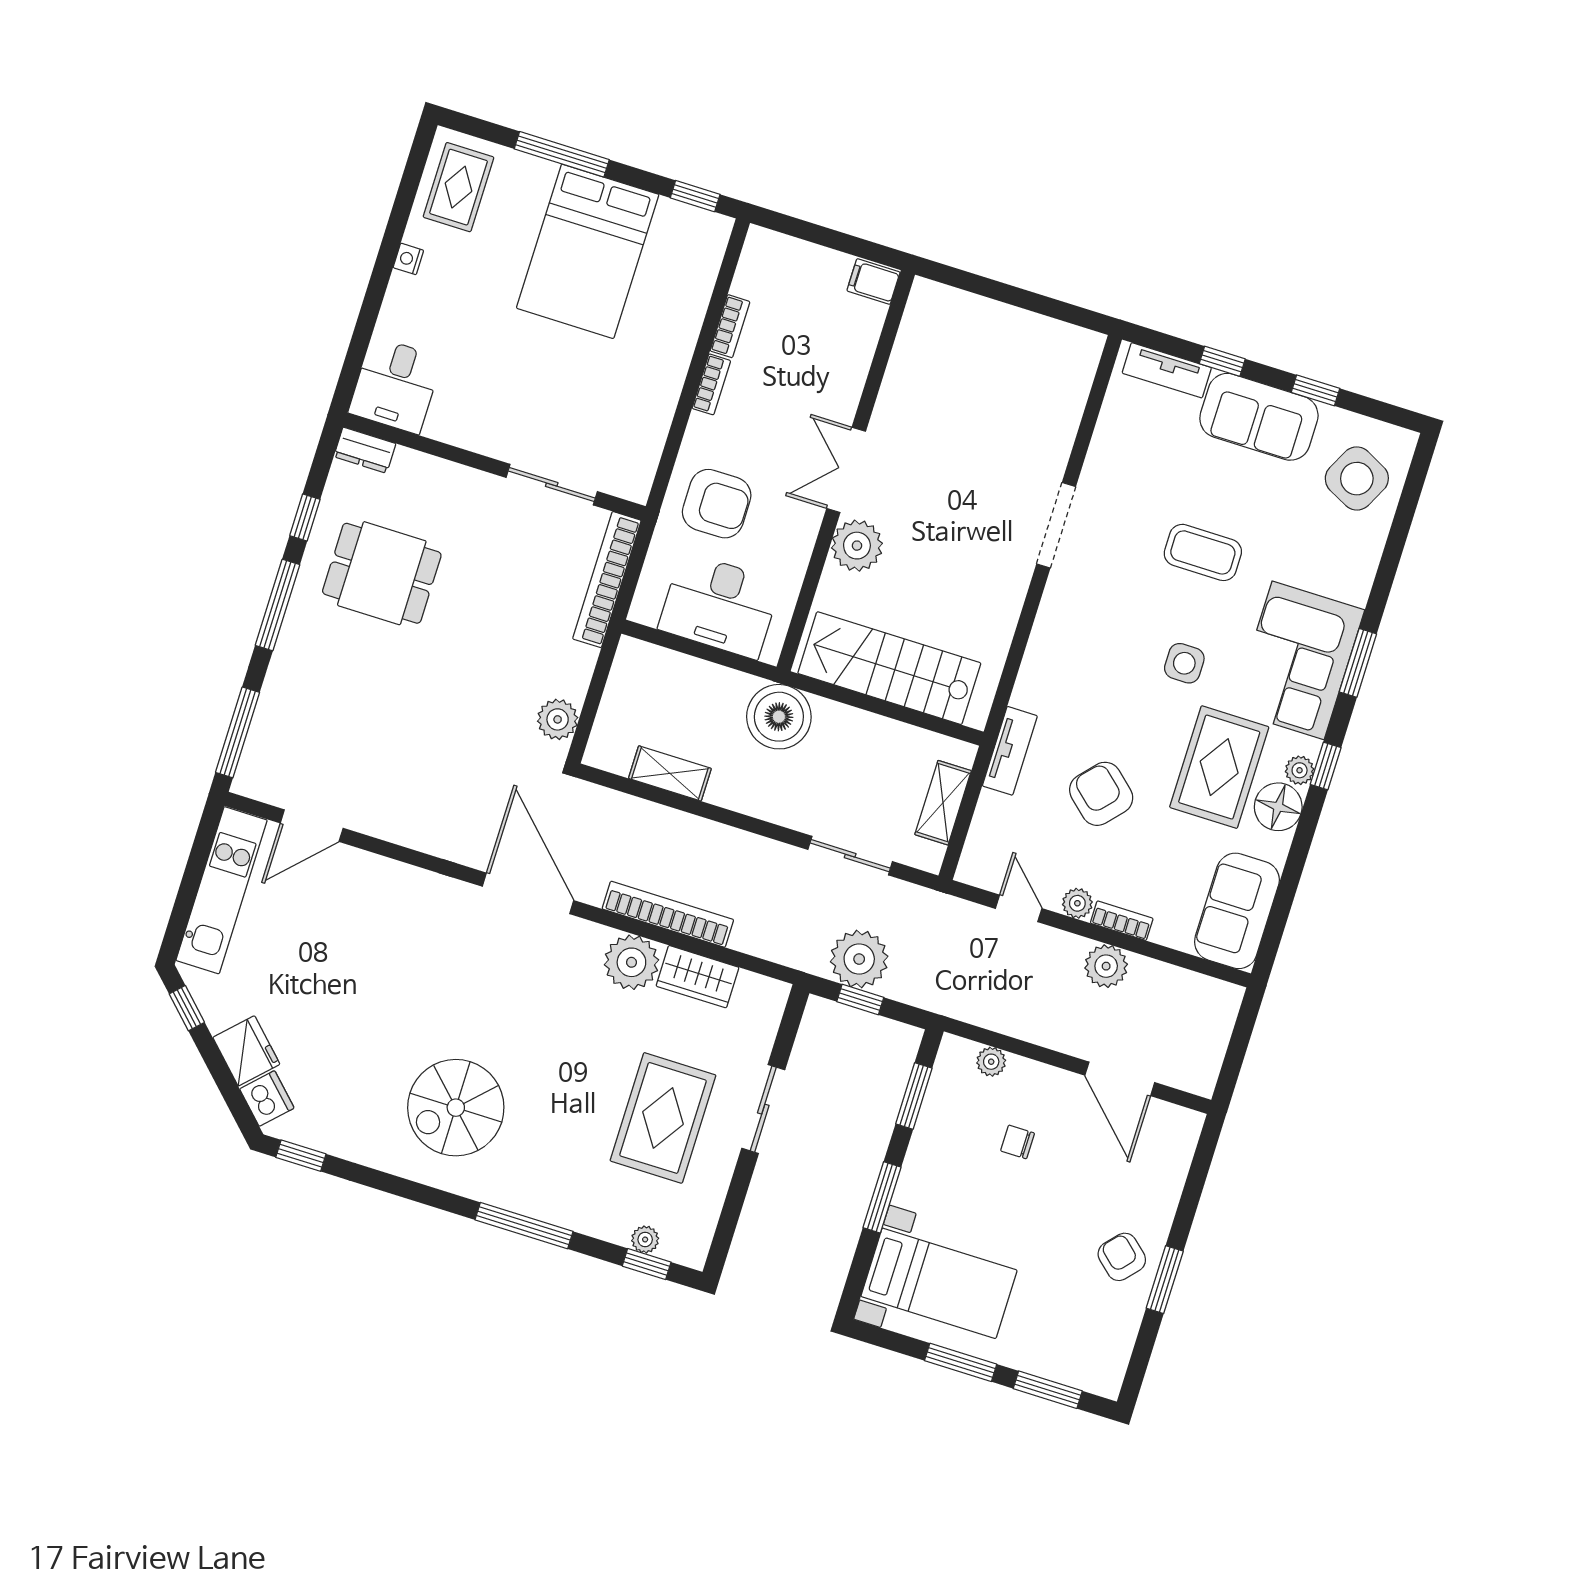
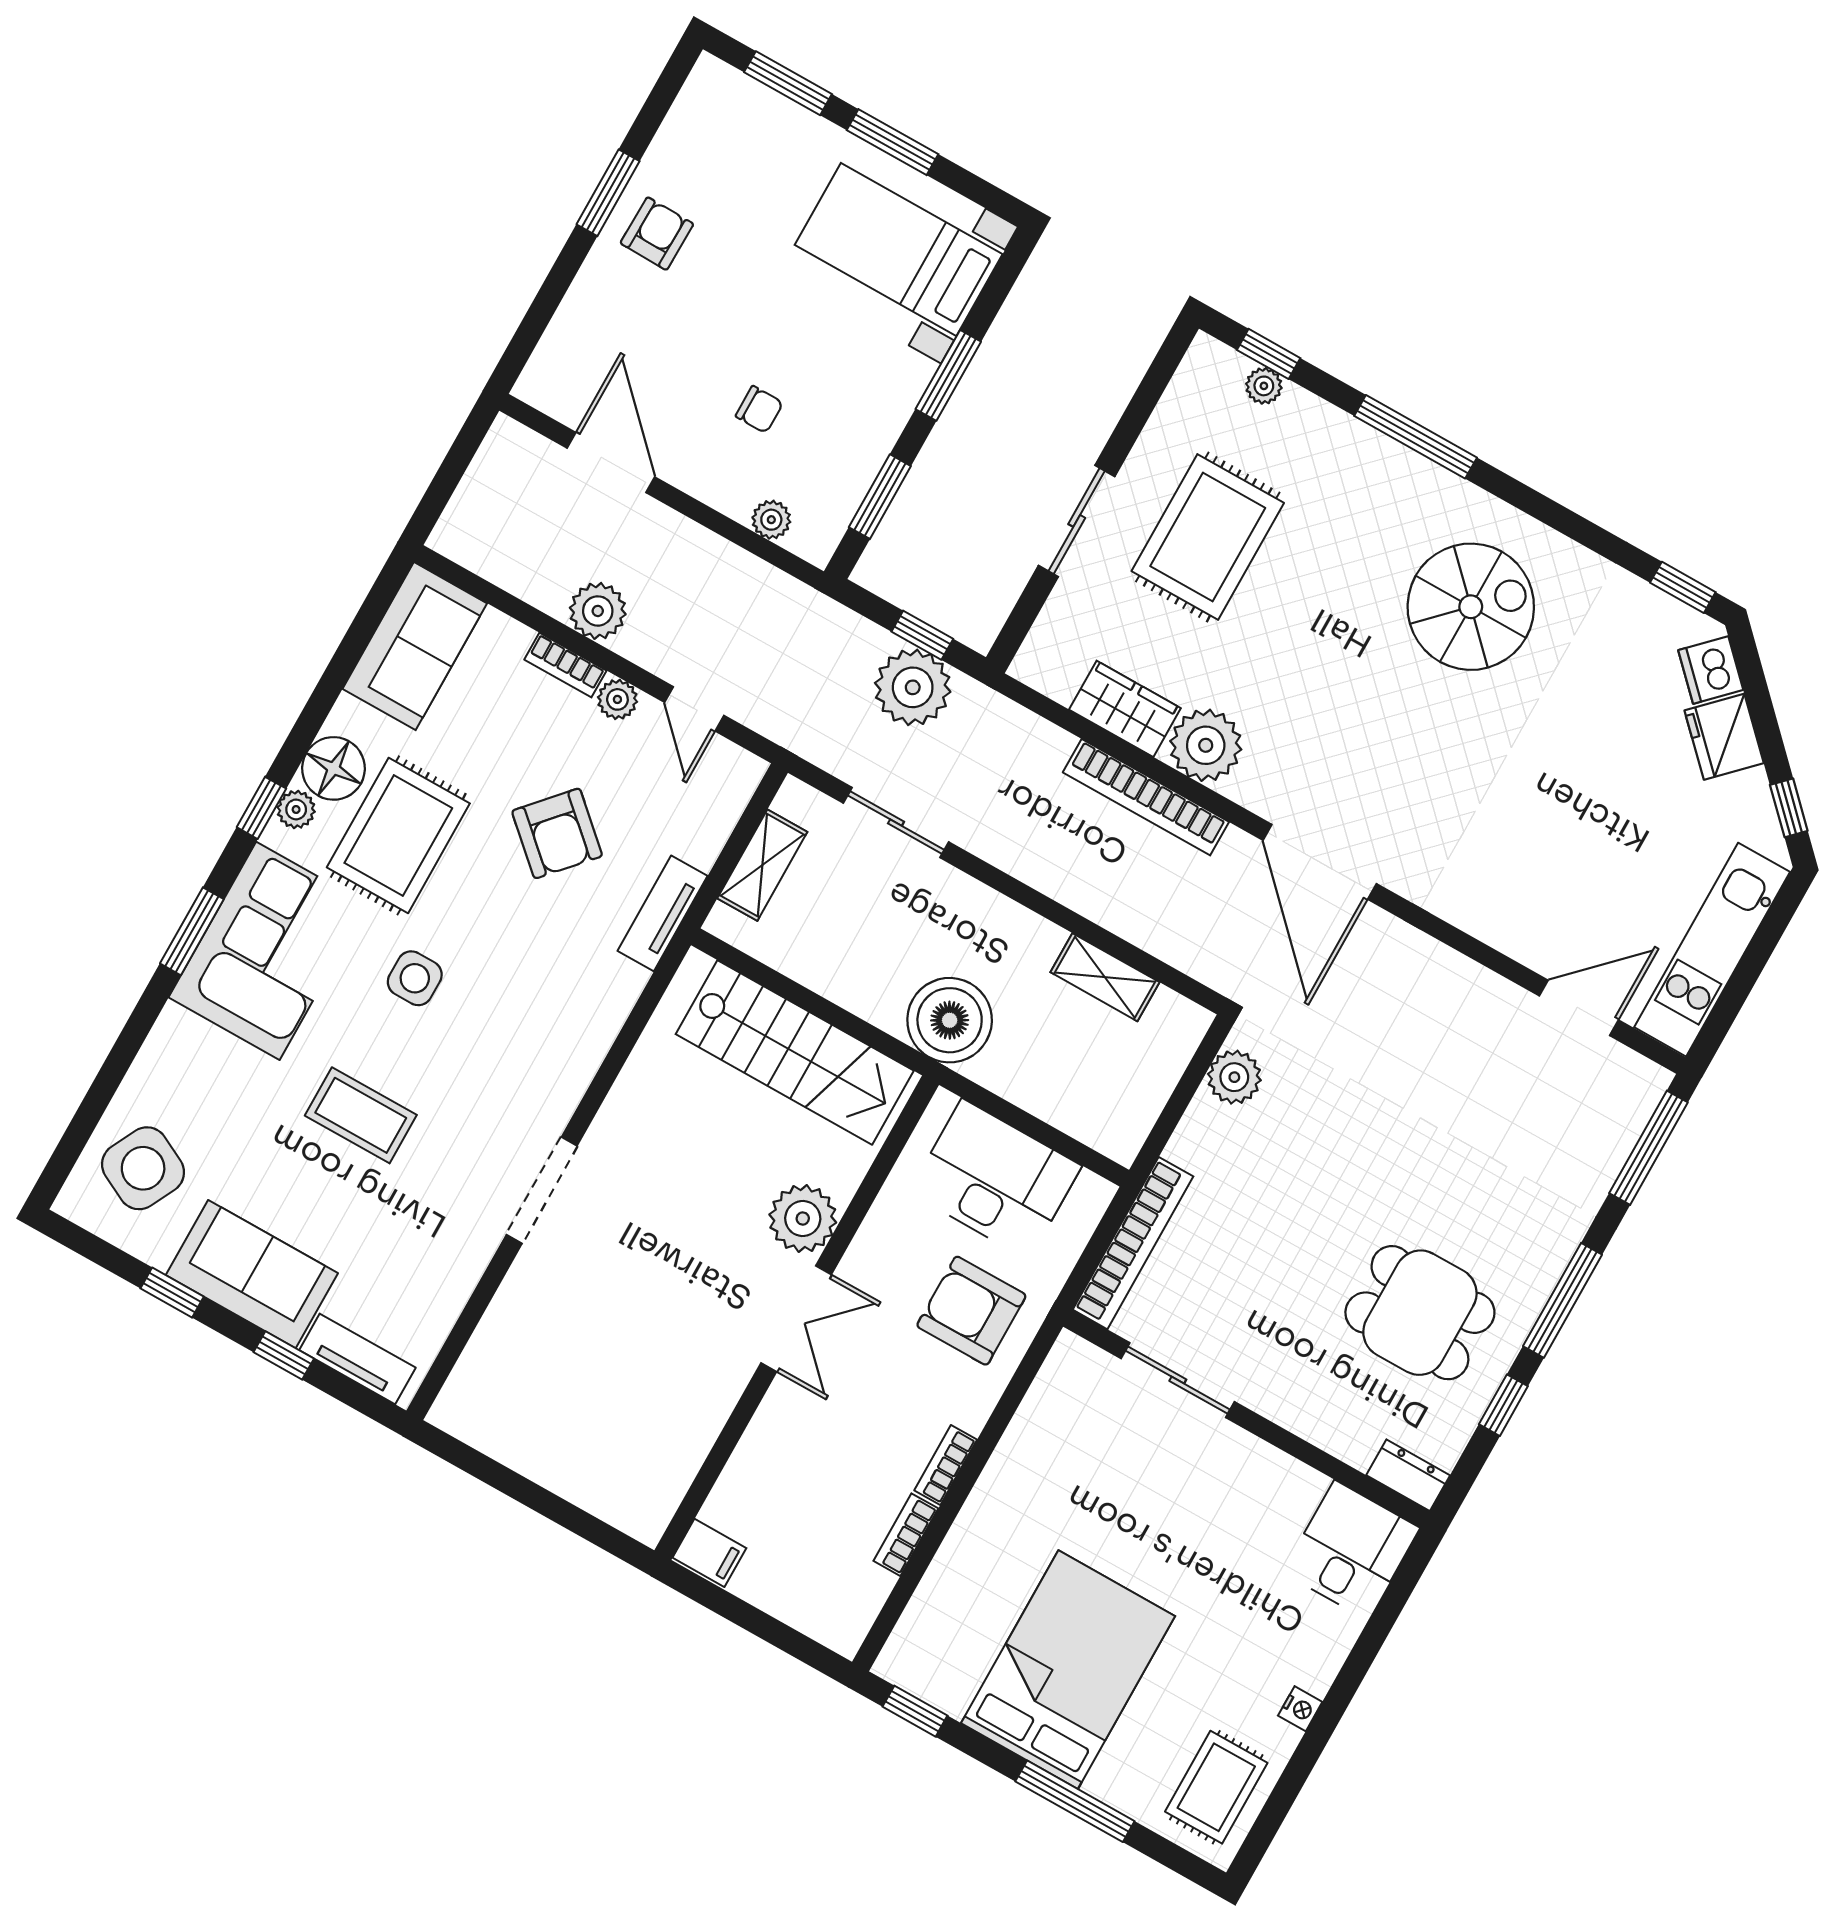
armchair: (1122, 1257) -> (657, 234), turned -131

